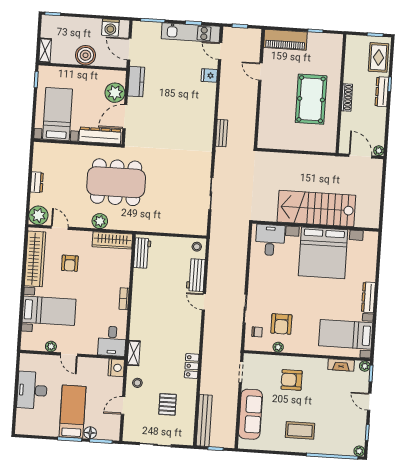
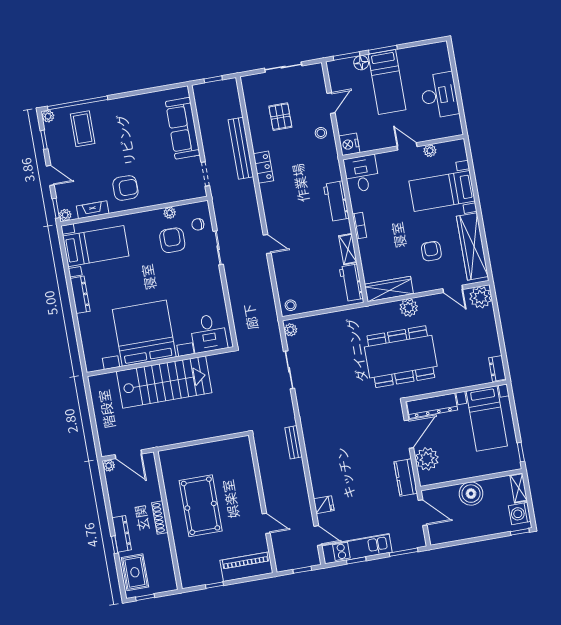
washing machine: (110, 27) -> (520, 514), moved, turned -90
dresser: (37, 182) -> (497, 368), moved
plant: (202, 226) -> (291, 330), added
workbench: (196, 275) -> (336, 201), moved, turned 180
shelving: (134, 353) -> (348, 249), moved
armchair: (292, 380) -> (125, 188), moved
bench: (204, 420) -> (241, 148), moved
coffee table: (300, 430) -> (83, 129), moved, turned 90

